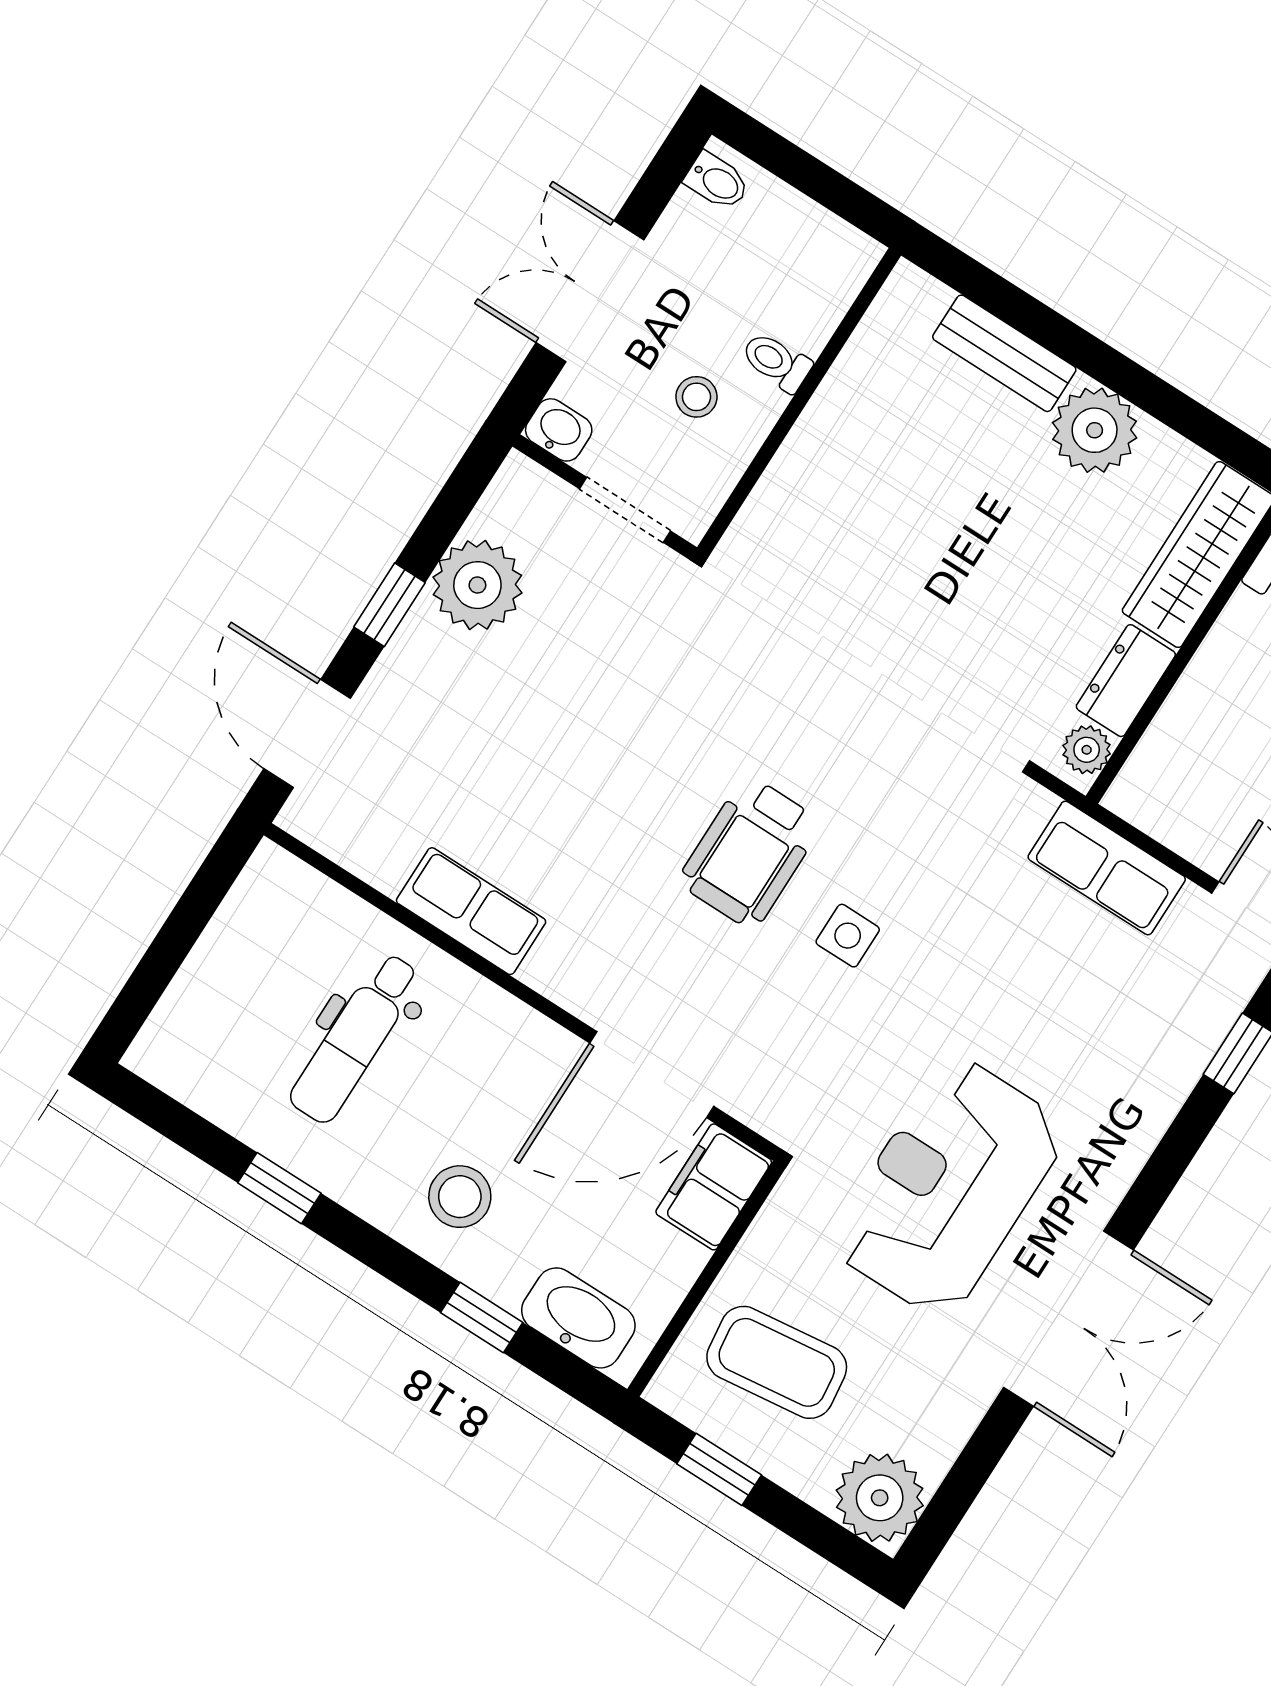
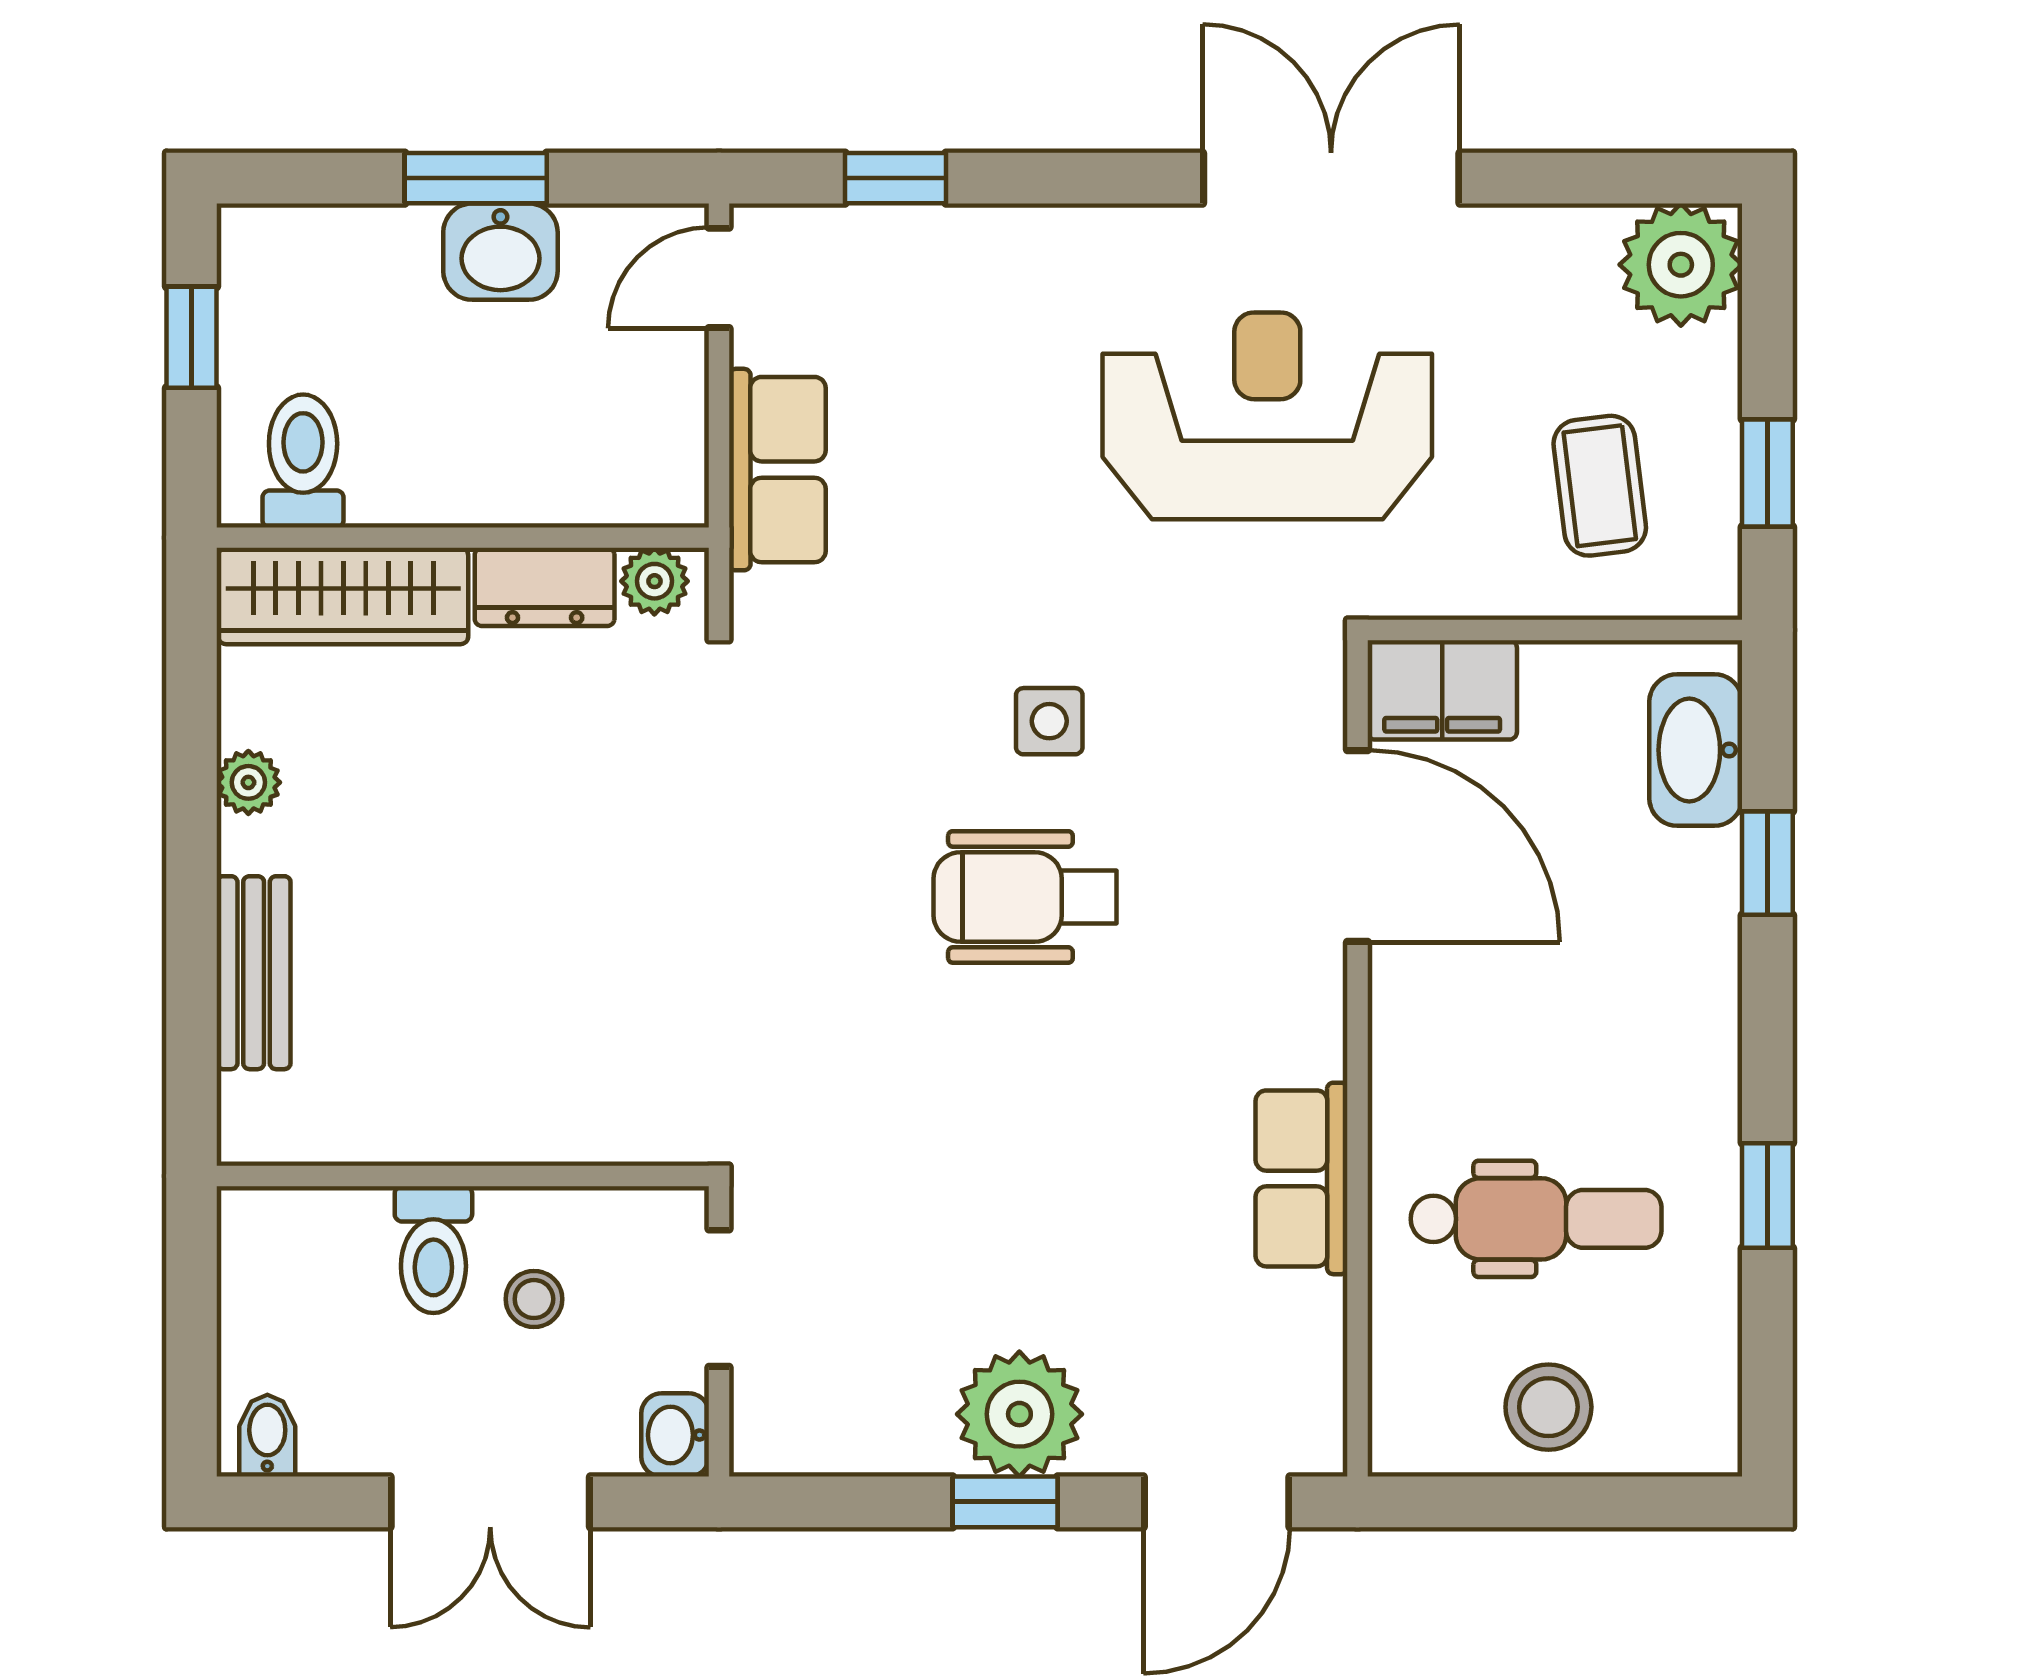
toilet: (776, 362) -> (433, 1250), width x1.37, depth x1.39
plant: (1095, 430) -> (248, 782), width x0.53, depth x0.53
plant: (477, 585) -> (1019, 1414), moved
wheelchair: (750, 852) -> (1025, 897), turned 180
reception desk: (949, 1187) -> (1267, 416), turned 180
stool: (460, 1197) -> (1548, 1407), moved
coffee table: (777, 1362) -> (1600, 486), width x0.73, depth x0.77

